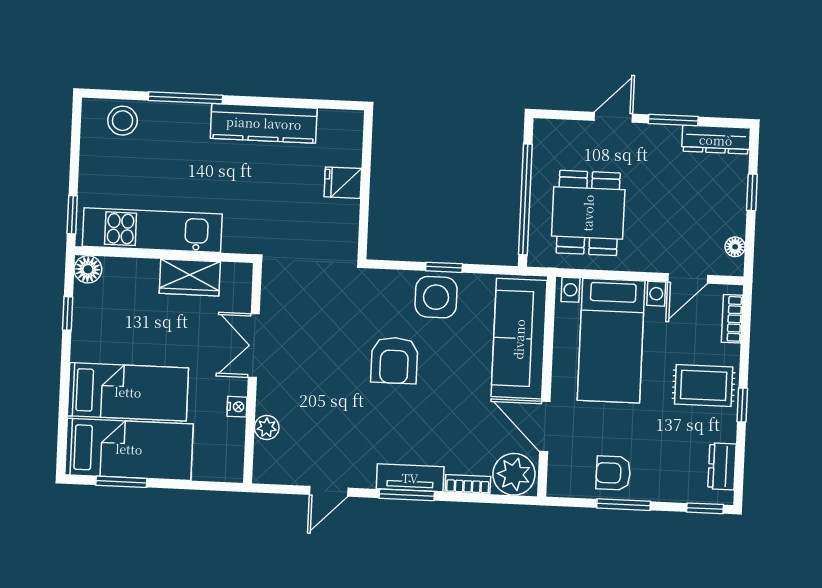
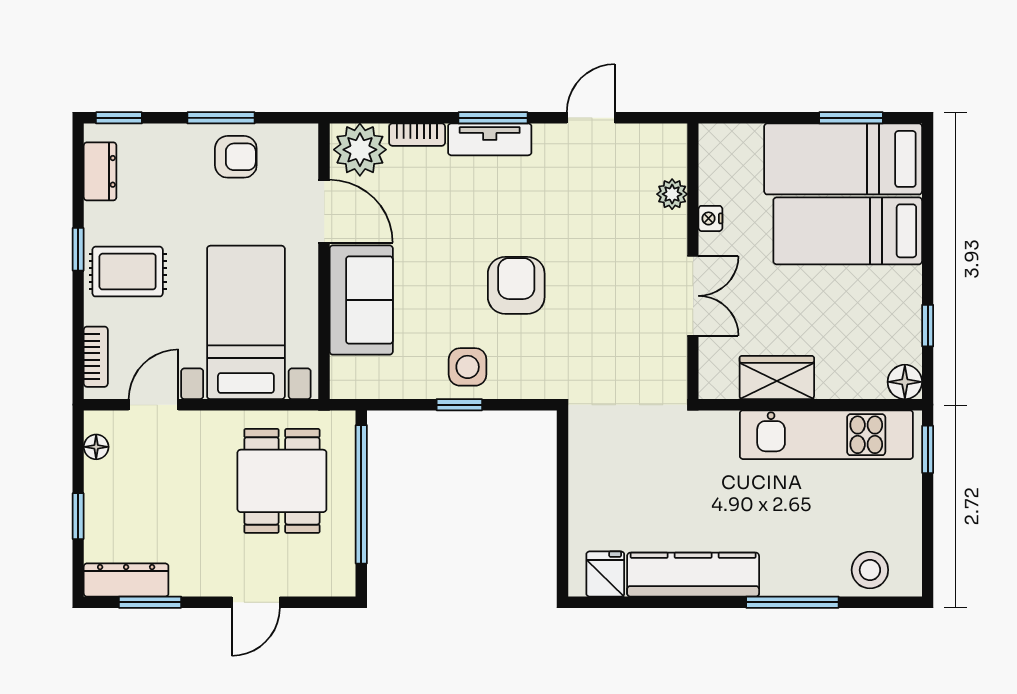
window: (673, 120) -> (150, 602), moved
fridge: (343, 183) -> (605, 574), moved, turned -90
side table: (436, 297) -> (468, 367), width x0.73, depth x0.73
sofa: (519, 339) -> (361, 300), width x0.73

